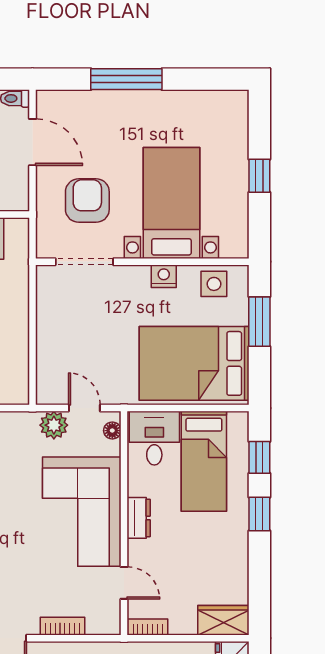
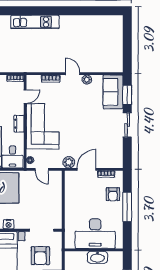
plant: (54, 425) -> (69, 162), moved
door: (124, 583) -> (25, 97), swing flipped

